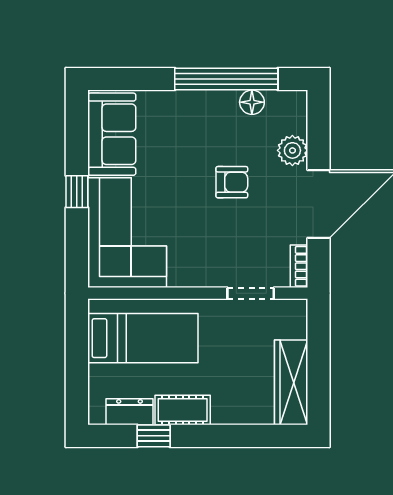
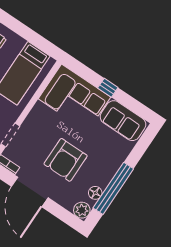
plant: (292, 150) -> (82, 210), moved
armchair: (232, 182) -> (66, 160), width x1.88, depth x1.88

